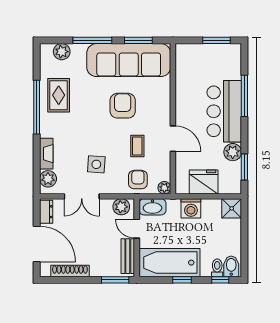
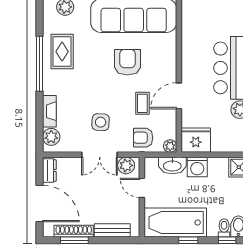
door: (173, 139) -> (179, 96), swing flipped
armchair: (138, 180) -> (143, 138), turned -90
fridge: (204, 182) -> (196, 140), moved
double door: (82, 196) -> (100, 155), moved
washbasin: (152, 207) -> (172, 166), moved
bench: (128, 256) -> (112, 230), moved, turned 90
window: (115, 280) -> (74, 240), moved

